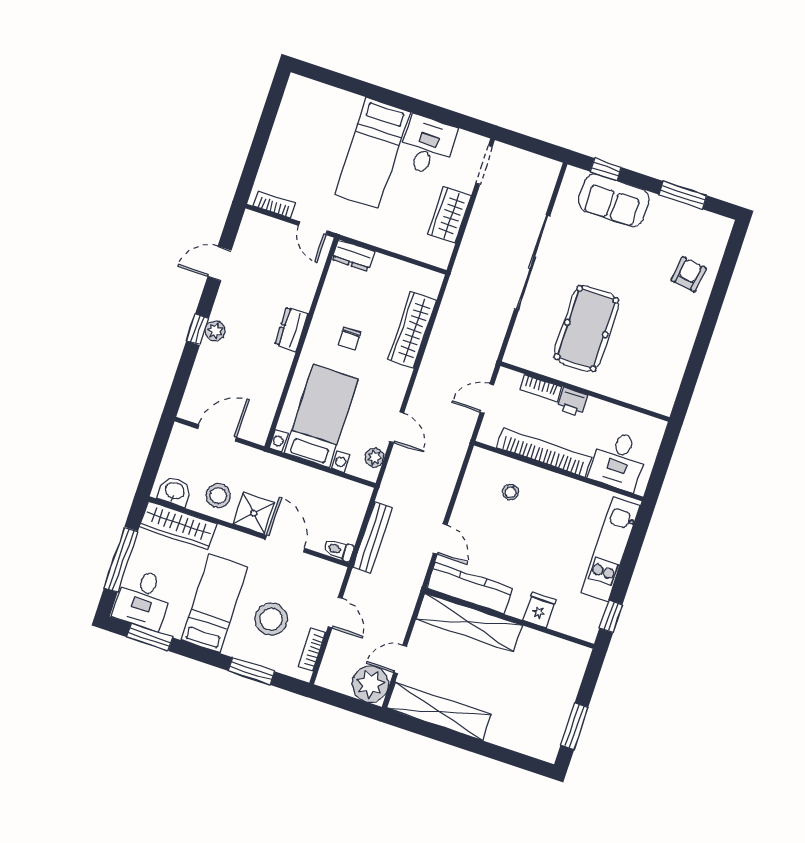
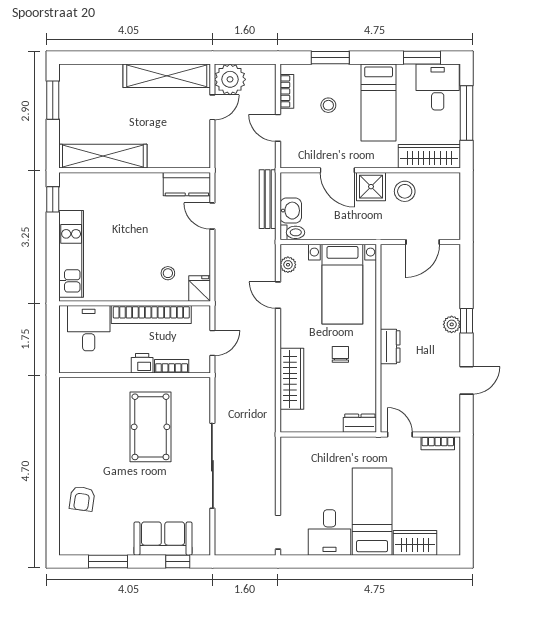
wardrobe: (449, 215) -> (415, 543), moved, turned -90
washbasin: (175, 491) -> (291, 211), moved, turned -90
toilet: (338, 550) -> (292, 232), moved
kitchen counter: (470, 588) -> (187, 184), width x0.67
fridge: (540, 610) -> (200, 289), moved, turned 180
stool: (271, 619) -> (328, 105), width x0.53, depth x0.53
shelving: (469, 622) -> (103, 156), moved

